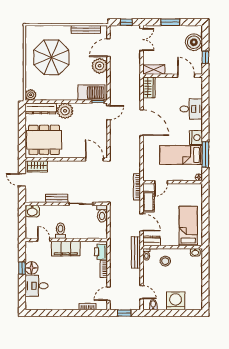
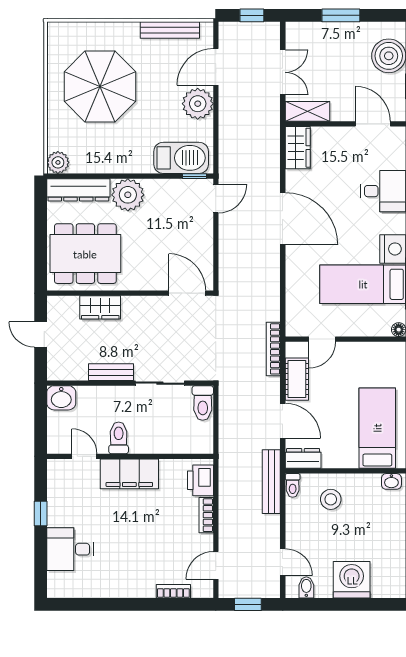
double door: (142, 40) -> (283, 72), moved
wardrobe: (37, 166) -> (100, 307), moved
floor lamp: (31, 268) -> (60, 513), removed

